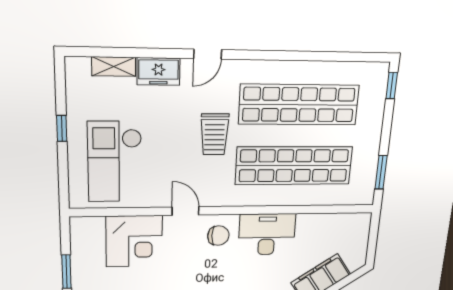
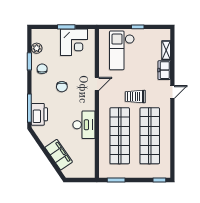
door: (208, 54) -> (172, 92), swing flipped
checkout: (115, 162) -> (122, 50), turned -90
chair: (218, 236) -> (62, 87), moved
corner desk: (134, 241) -> (74, 42), moved, turned -90

